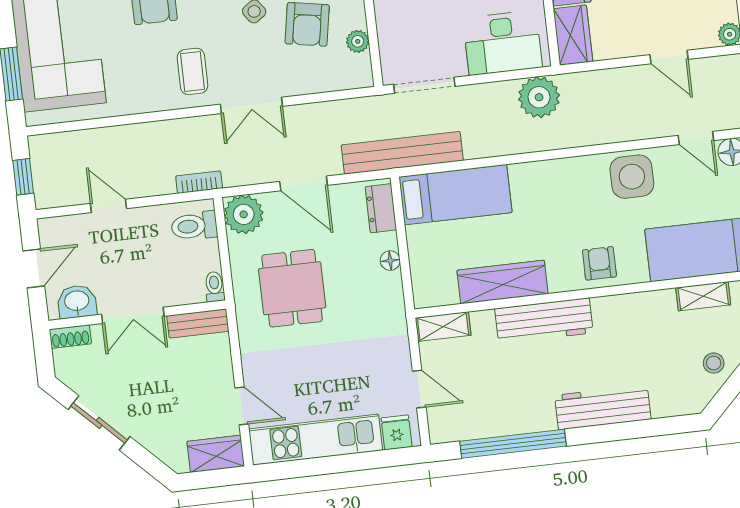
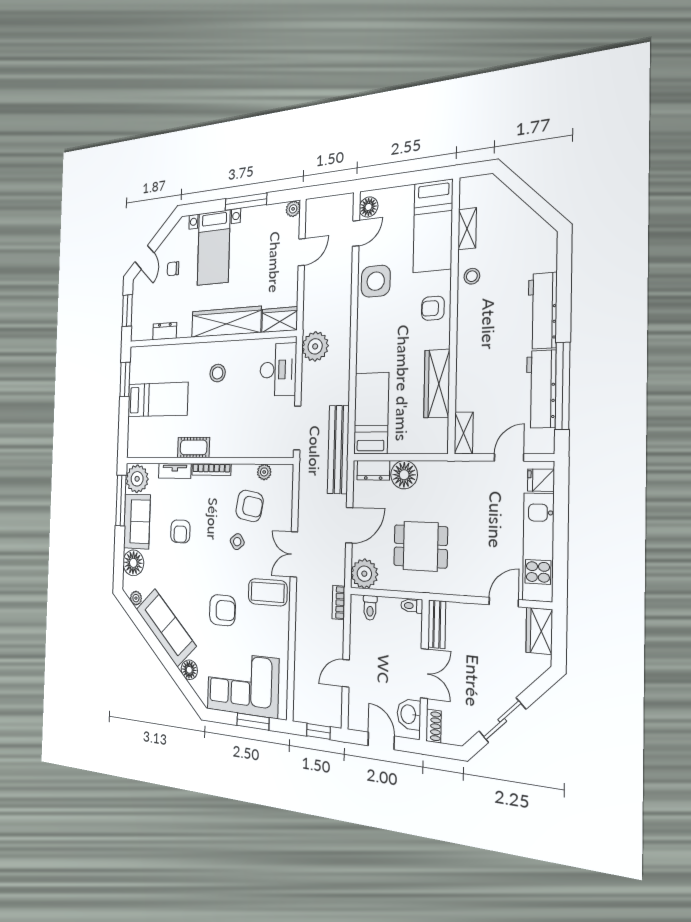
coffee table: (193, 71) -> (268, 592), width x1.36, depth x1.30
double door: (251, 105) -> (294, 554), swing flipped
toilet: (194, 226) -> (370, 608), width x0.73, depth x0.72
floor lamp: (390, 261) -> (404, 475), width x1.89, depth x1.89
workbench: (544, 321) -> (541, 389), moved, turned 180
stool: (714, 363) -> (472, 276), moved

